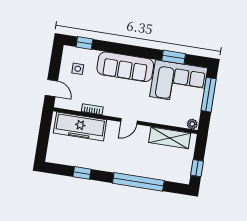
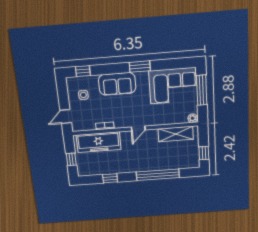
window: (174, 57) -> (140, 67), moved
sofa: (125, 67) -> (117, 84), width x0.73
door: (51, 88) -> (66, 116), swing flipped
window: (43, 139) -> (71, 159), added

